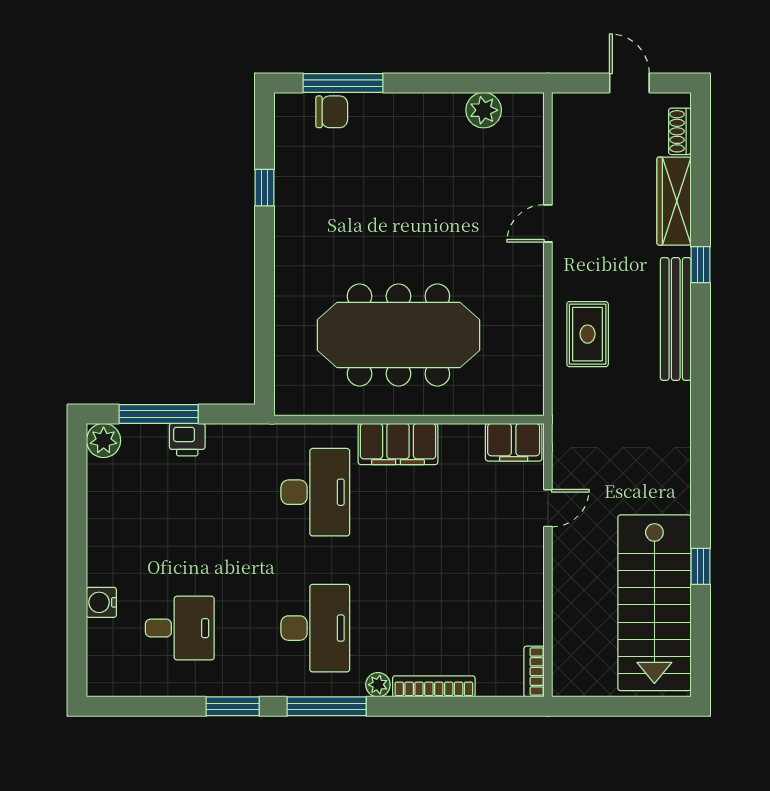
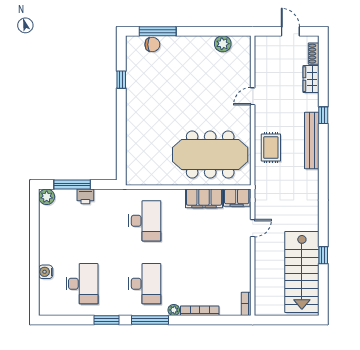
wardrobe: (674, 201) -> (311, 79), width x0.67
meeting table: (398, 335) -> (210, 154), moved
filing cabinet: (398, 444) -> (204, 198), moved
desk: (180, 628) -> (82, 284), width x1.37

